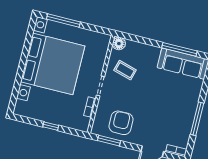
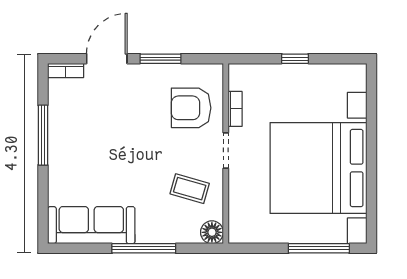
window: (179, 49) -> (144, 248), moved
armchair: (121, 123) -> (191, 108), moved, turned 90
window: (109, 141) -> (161, 59), moved

